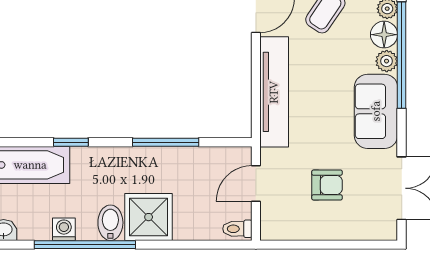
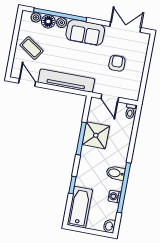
shower: (149, 217) -> (96, 135), moved

